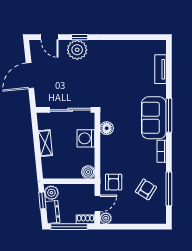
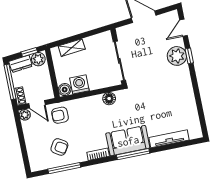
tv unit: (161, 69) -> (169, 139), width x1.41
washing machine: (86, 138) -> (79, 84), moved
shelving: (45, 143) -> (72, 48), moved

